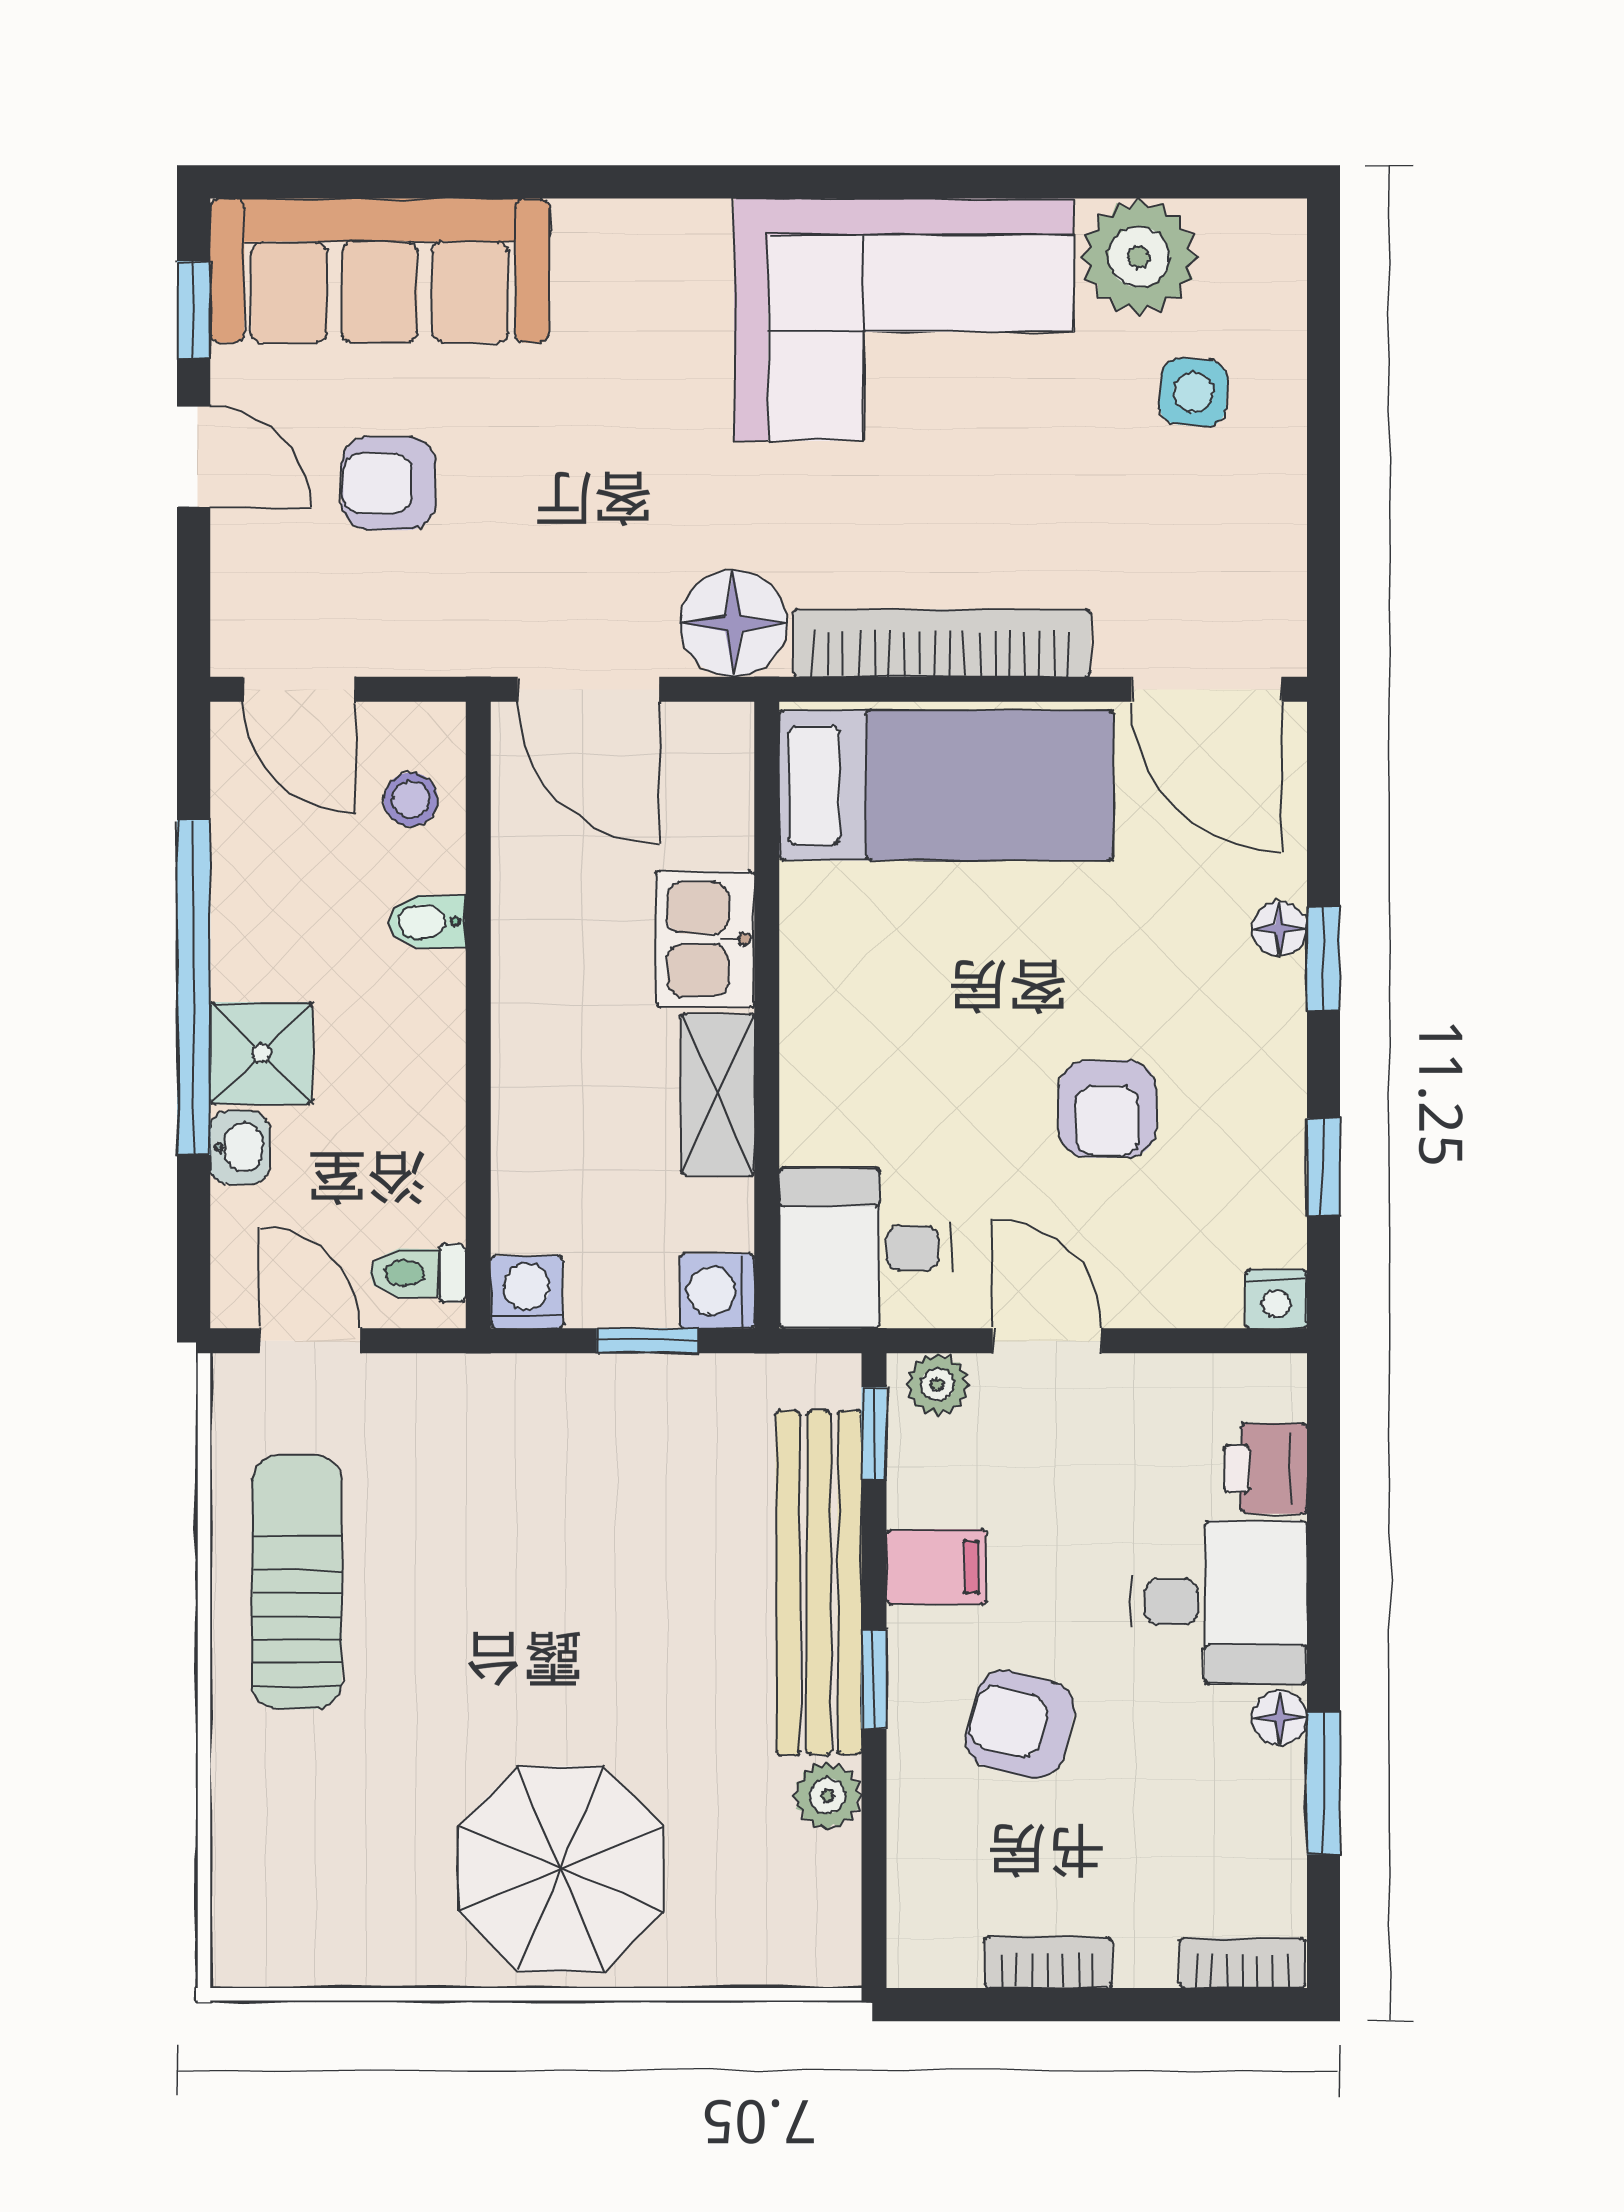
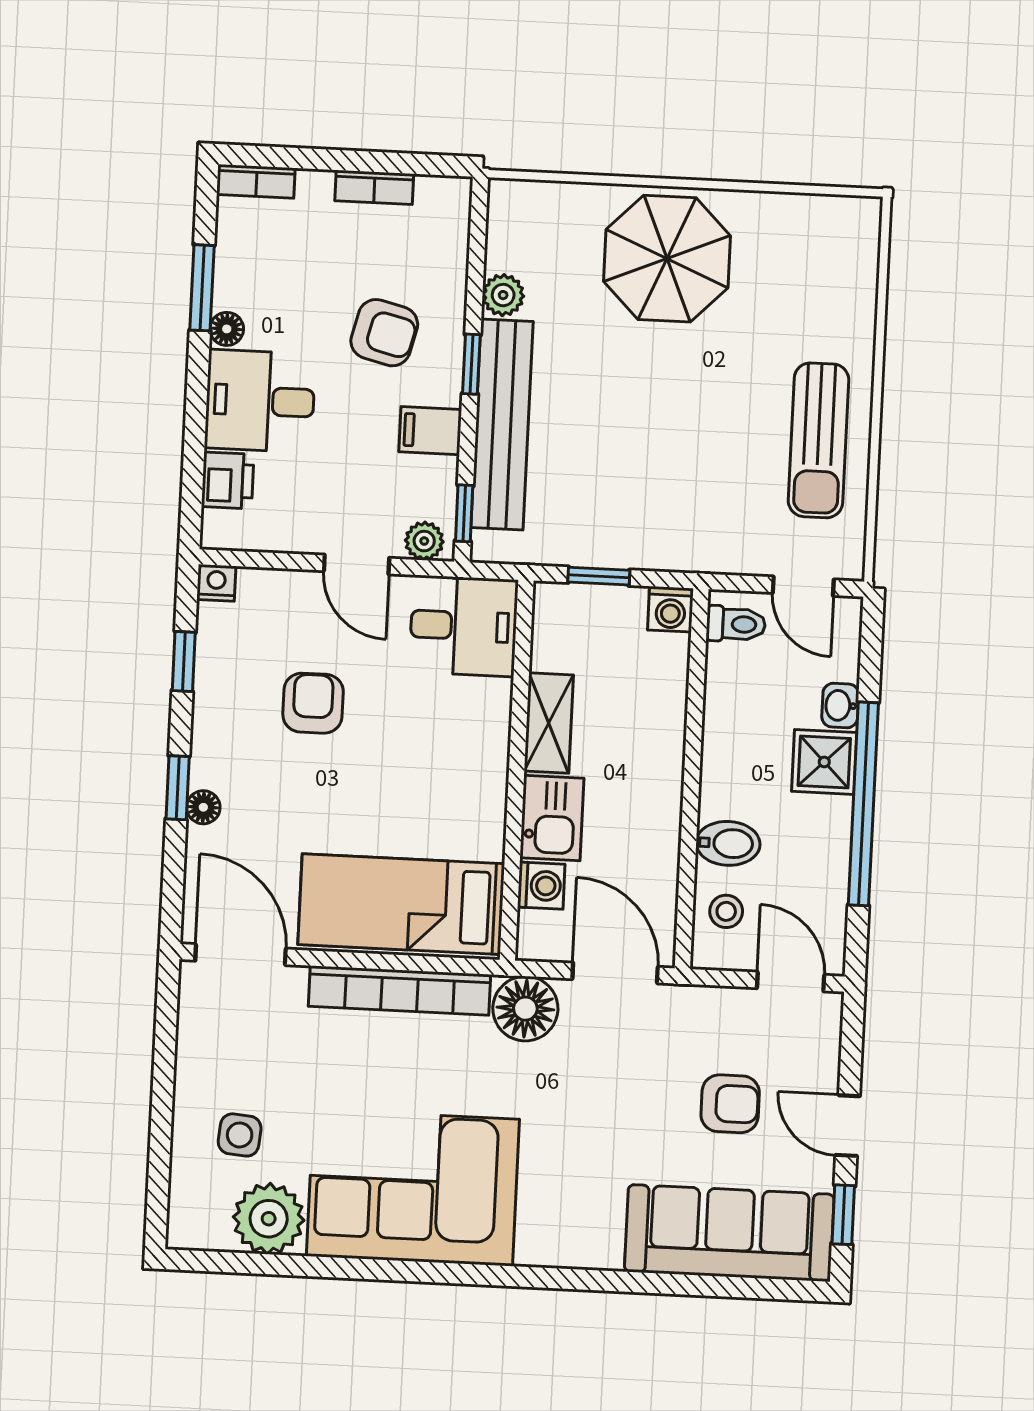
bidet: (427, 922) -> (728, 843), width x1.38, depth x1.36
washing machine: (717, 1291) -> (541, 886), moved

